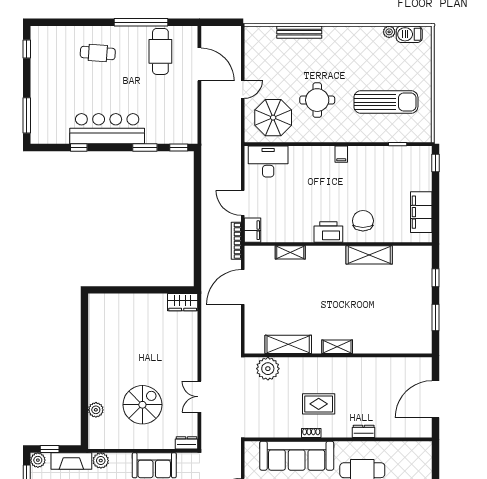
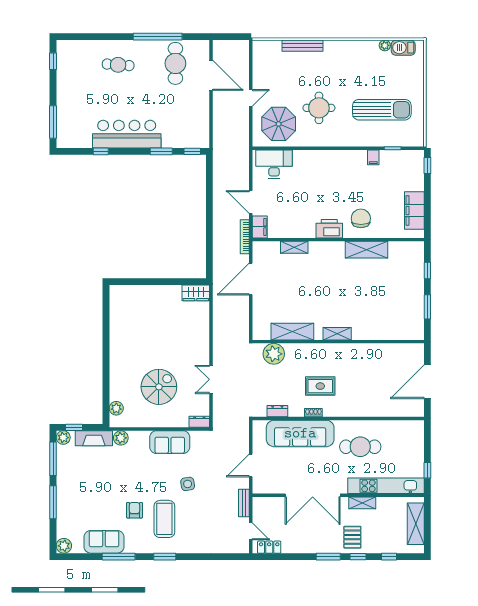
filing cabinet: (341, 154) -> (373, 157), moved
plant: (96, 410) -> (116, 408), moved
dresser: (364, 431) -> (277, 411), moved

